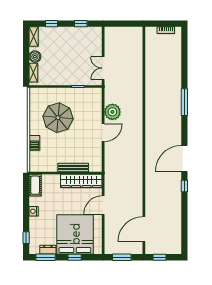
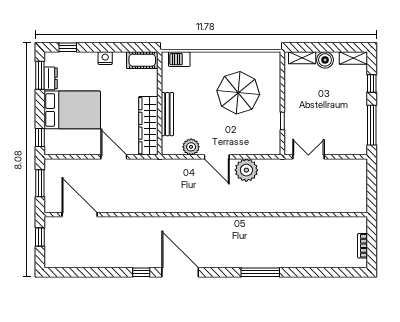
window: (81, 24) -> (372, 125), width x2.17
barbecue: (34, 143) -> (179, 59), moved
plant: (96, 151) -> (191, 147), added
bed: (75, 234) -> (72, 110), width x0.73
window: (75, 257) -> (40, 137), moved

